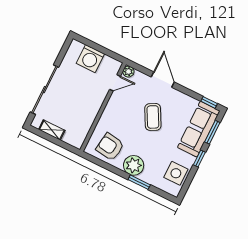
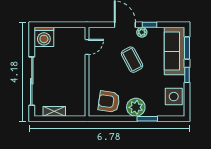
washing machine: (90, 59) -> (44, 37), moved
plant: (128, 72) -> (142, 32), moved
window: (209, 102) -> (149, 25), moved

